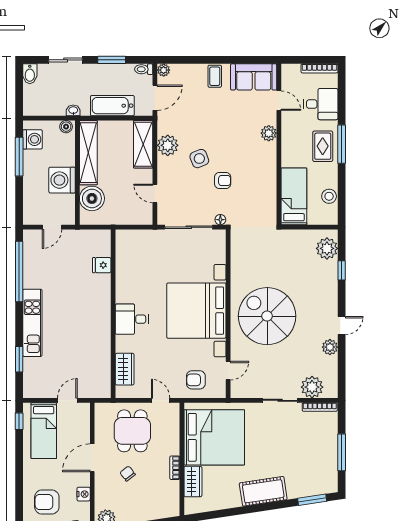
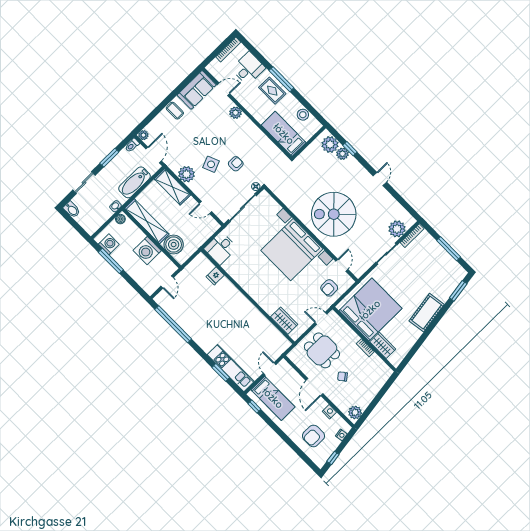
desk: (132, 319) -> (221, 248), moved
kitchen unit: (32, 323) -> (231, 368), moved
plant: (330, 347) -> (342, 154), moved

